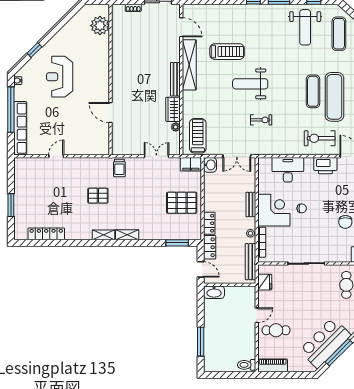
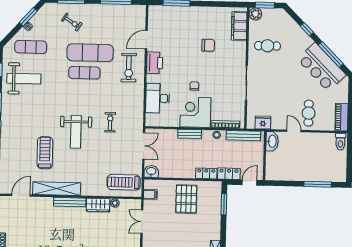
filing cabinet: (191, 164) -> (150, 194), width x0.50
washbasin: (214, 292) -> (272, 141), moved

